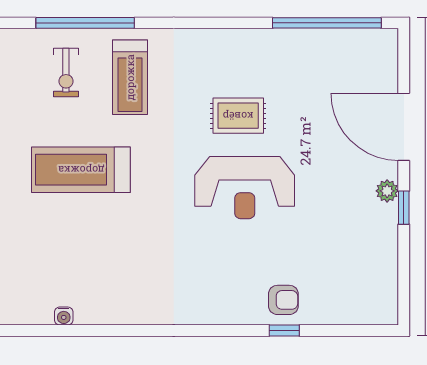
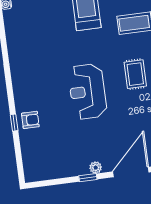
rug: (238, 116) -> (135, 74), moved
armchair: (283, 300) -> (30, 120), turned -90

